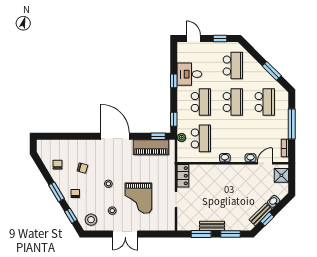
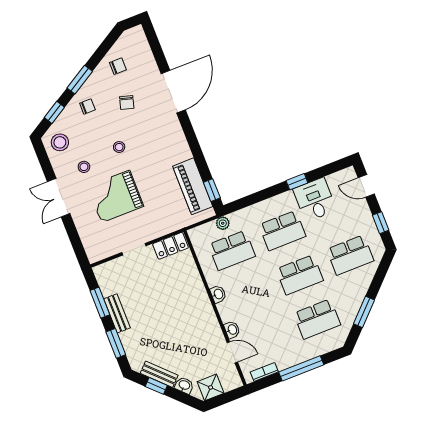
door: (193, 39) -> (366, 186), swing flipped
window: (174, 119) -> (244, 203), removed
door: (115, 136) -> (173, 92), moved
shower: (281, 175) -> (211, 387), moved

